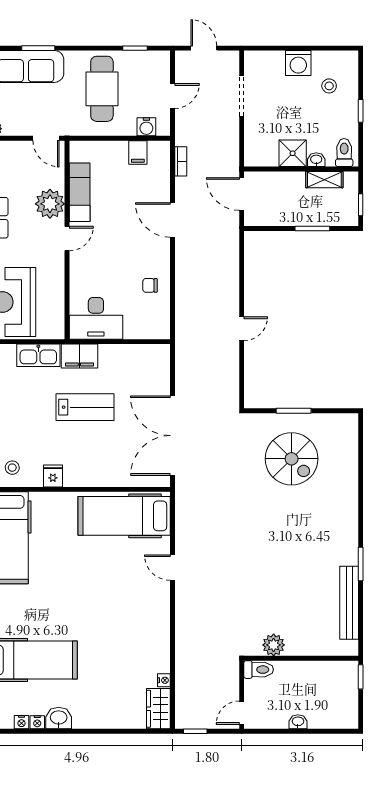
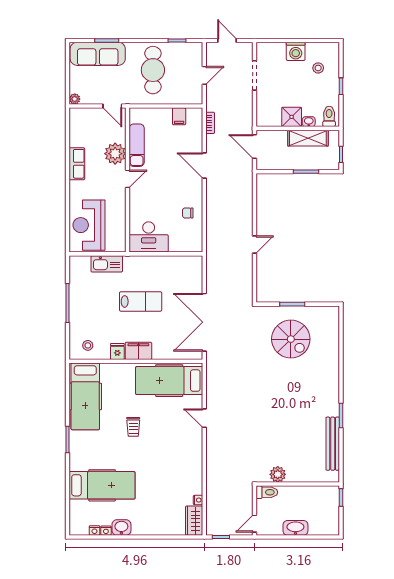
water cooler: (146, 127) -> (185, 98), removed
shelving: (324, 180) -> (308, 138), width x1.50, depth x1.33
filing cabinet: (79, 356) -> (138, 351), moved, turned 180
trolley: (75, 580) -> (133, 427), added
washbasin: (298, 722) -> (295, 528), width x1.91, depth x1.45

